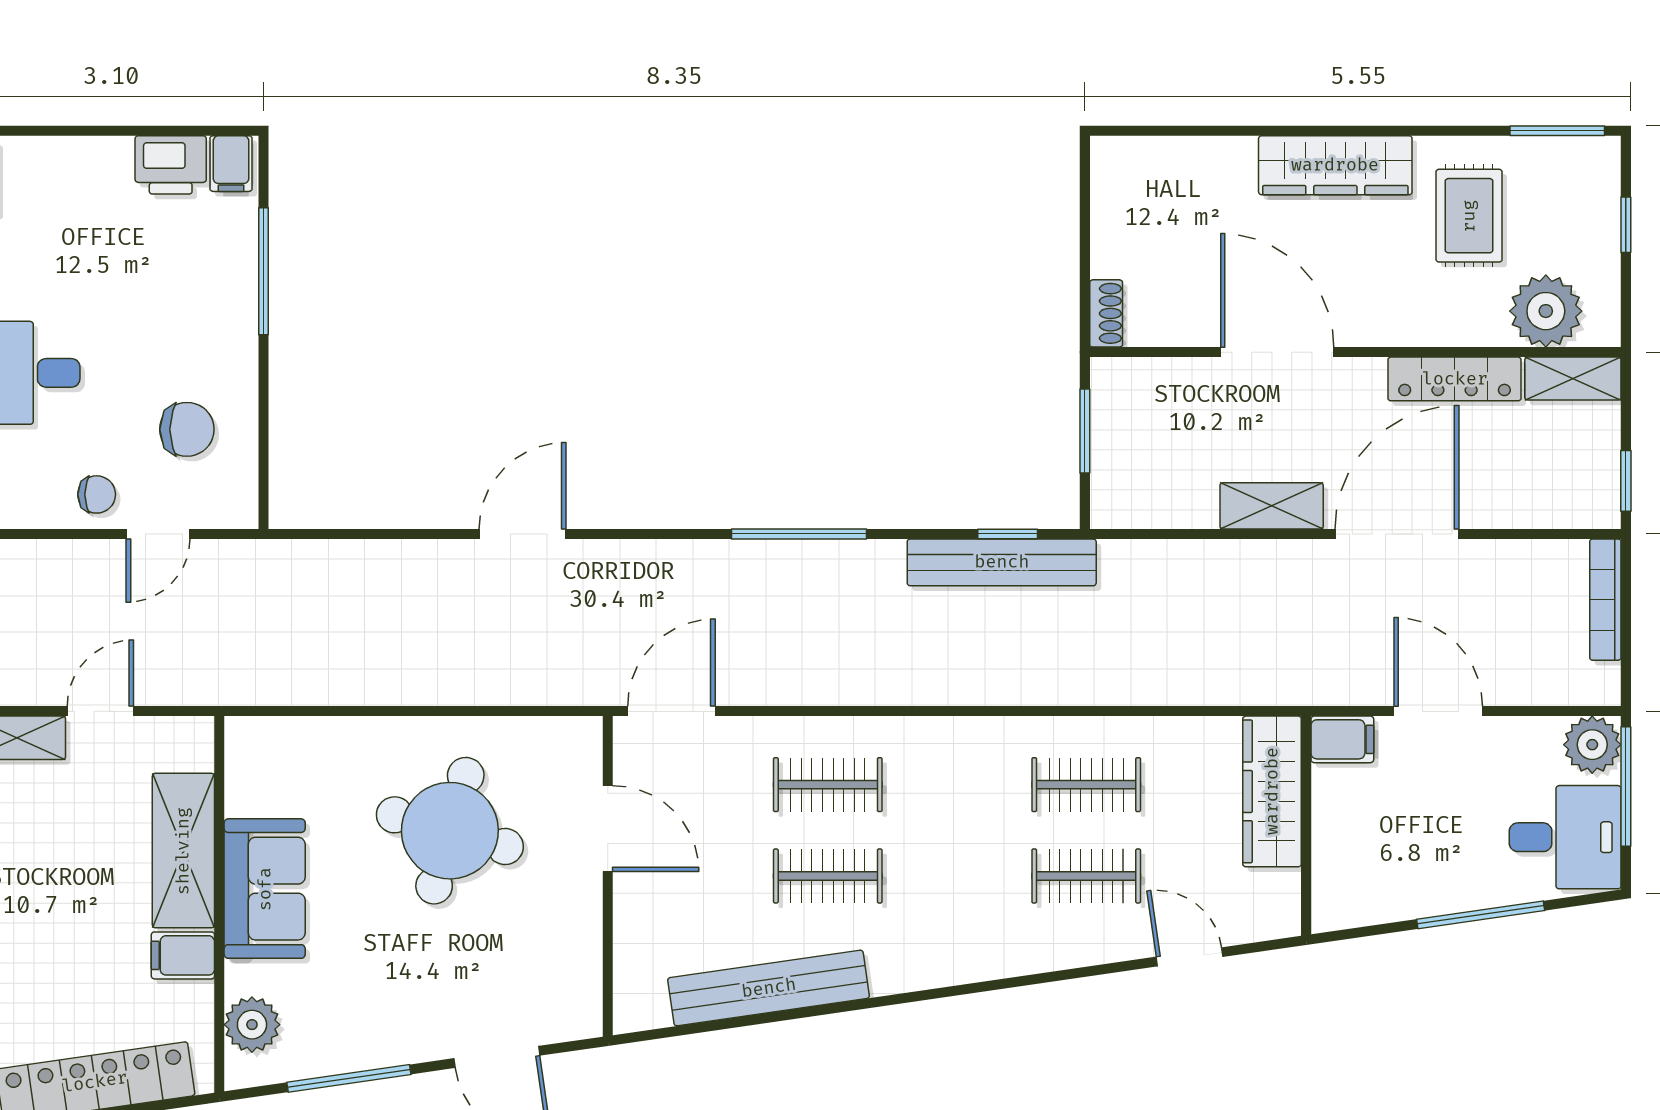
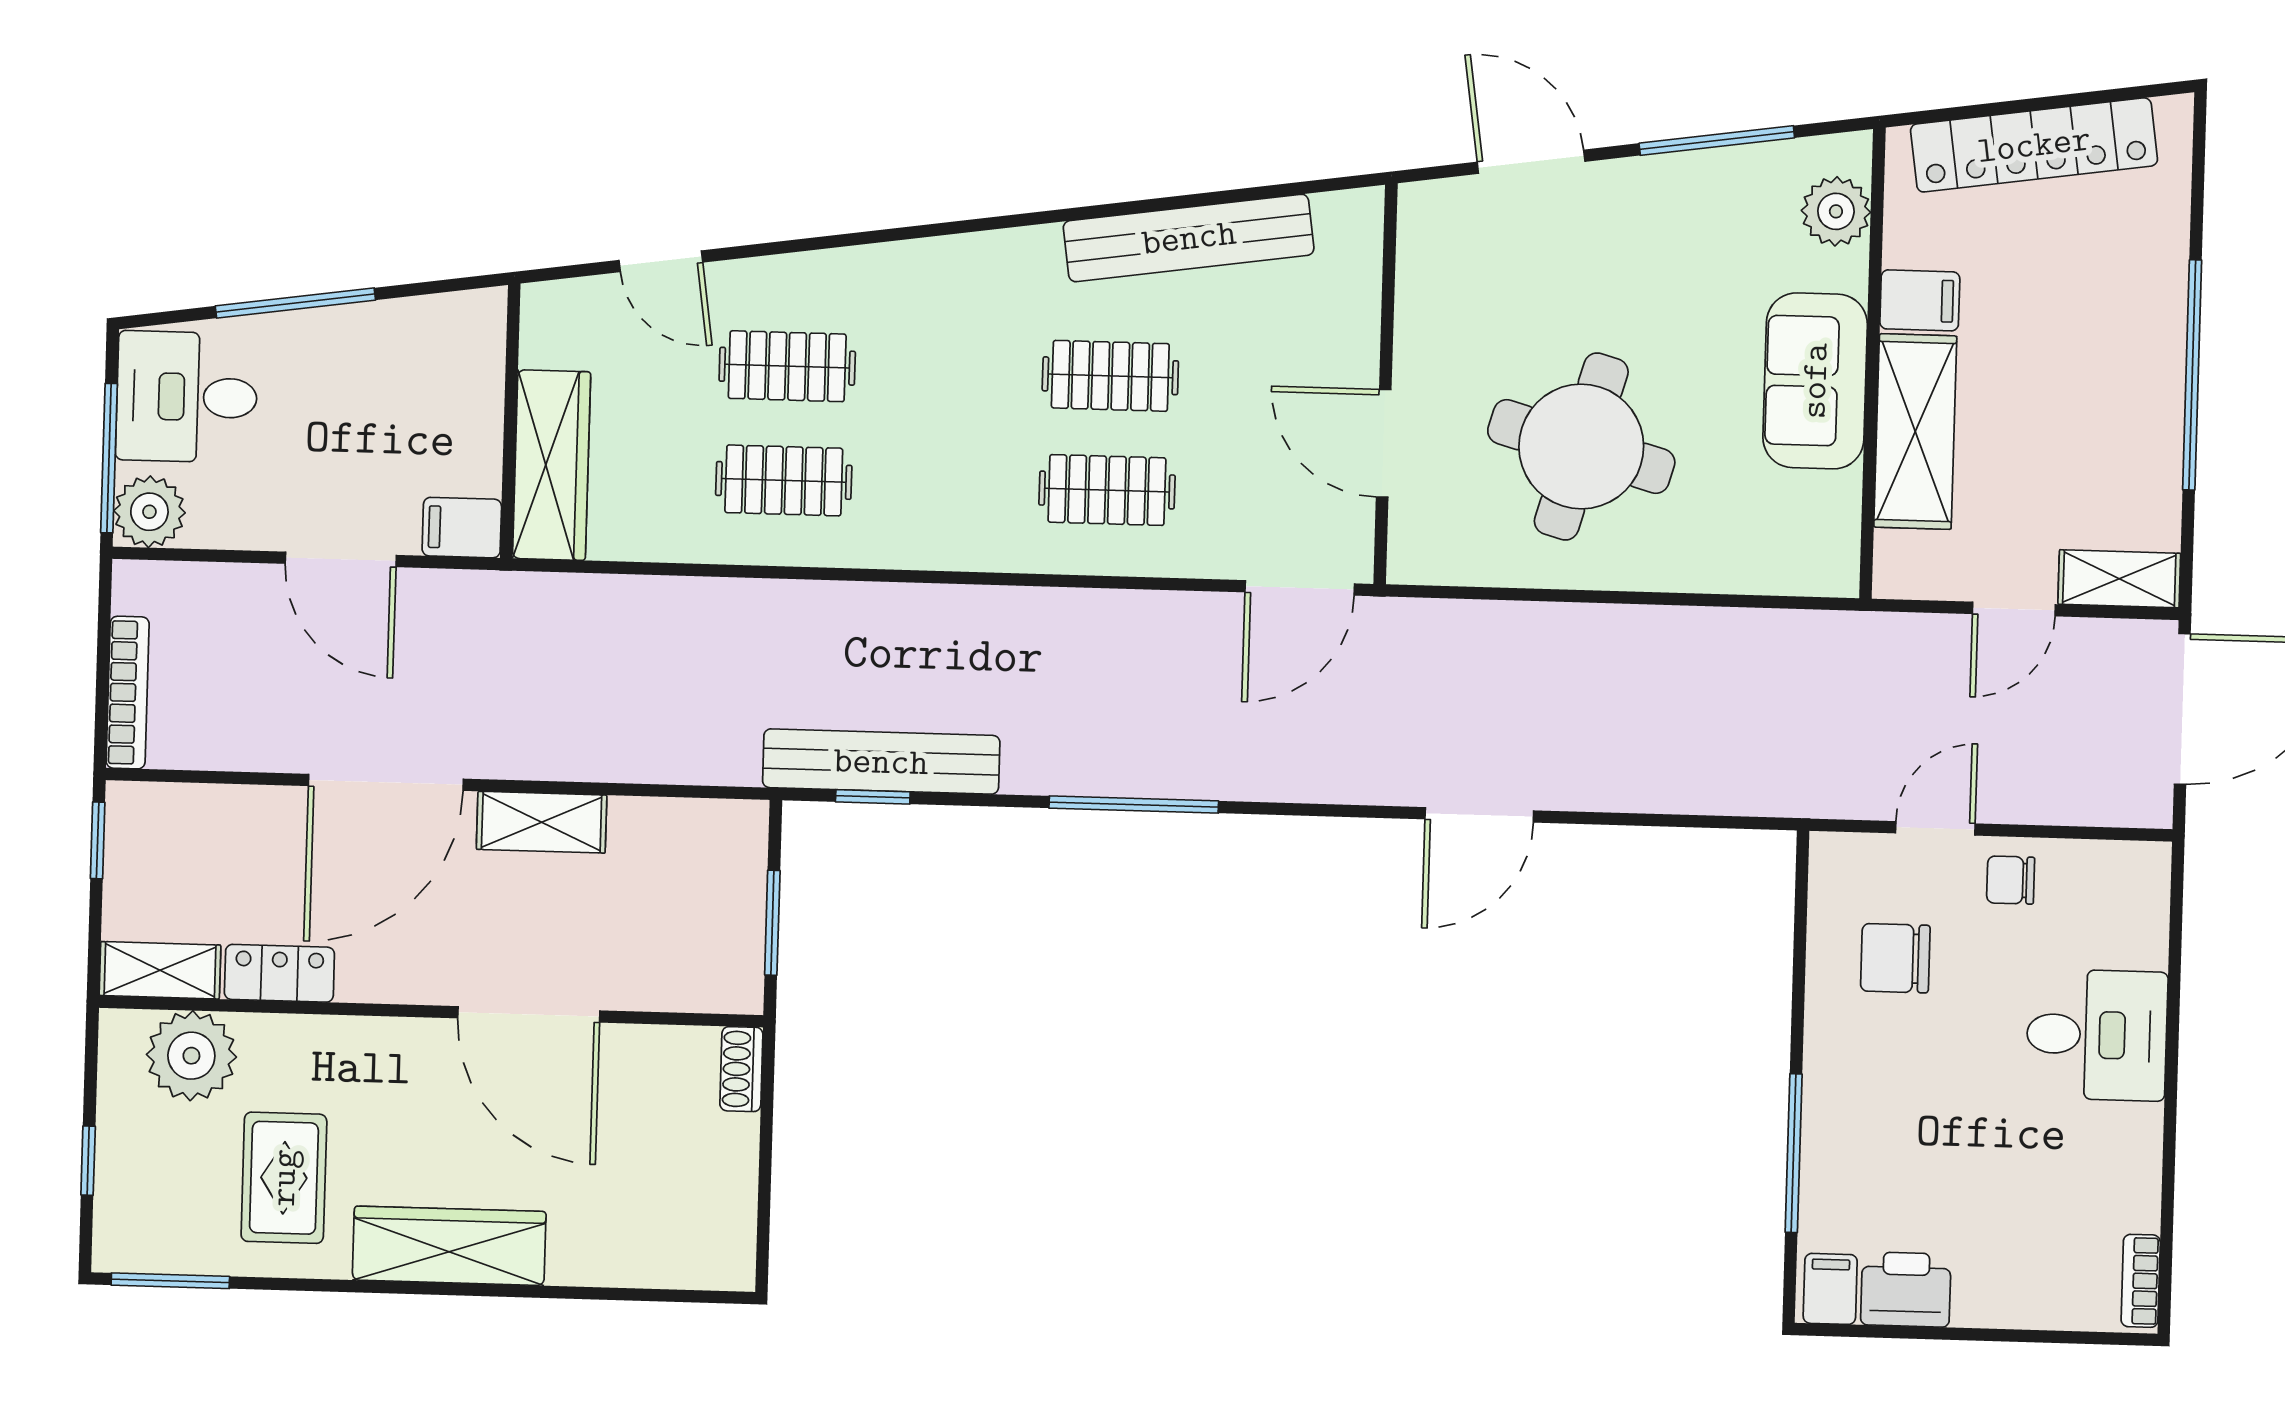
locker: (1455, 379) -> (279, 973), width x0.66

